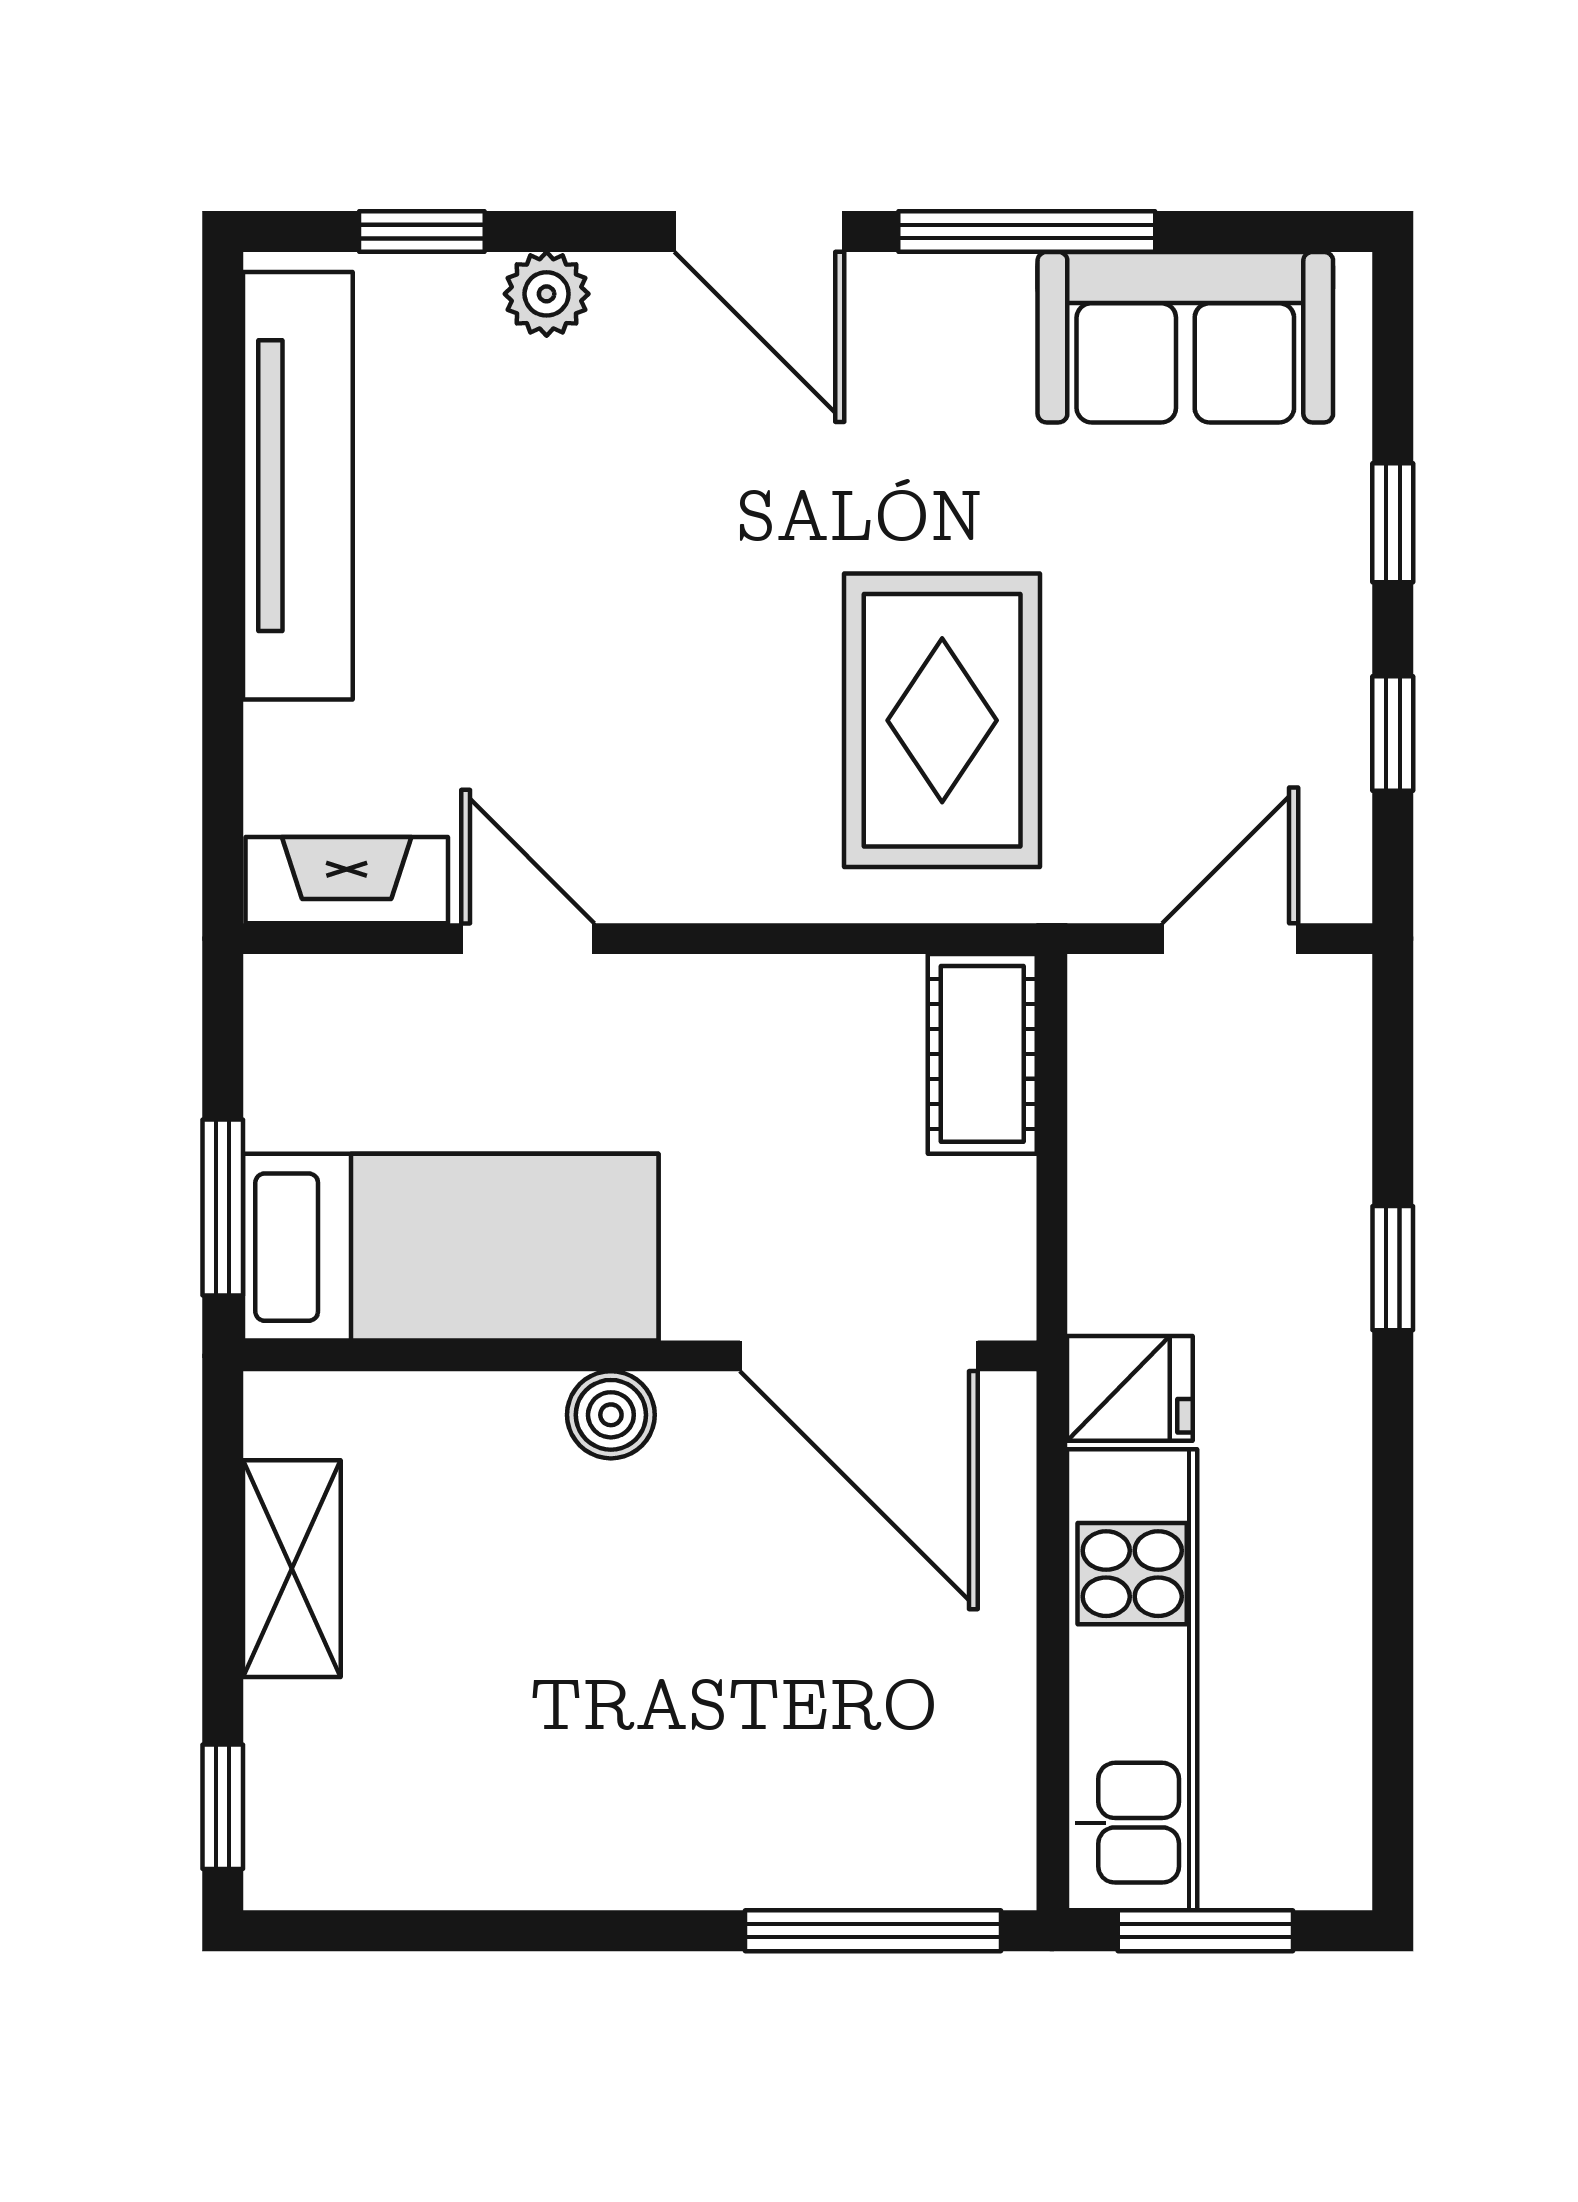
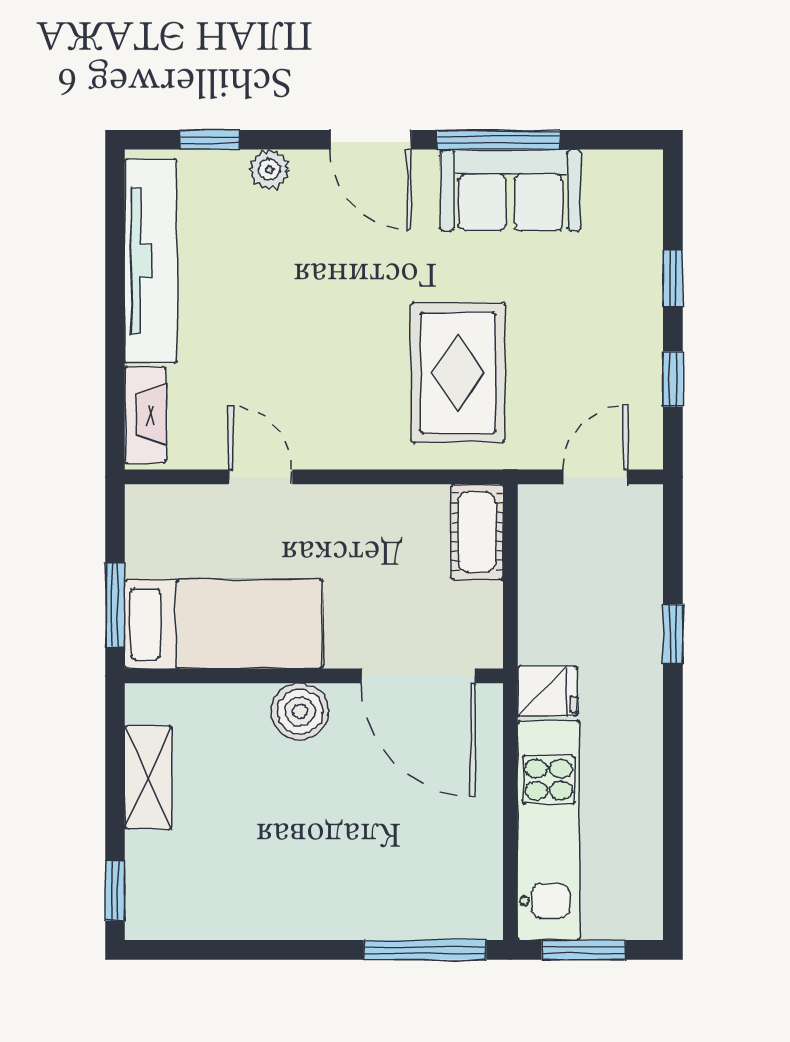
sofa: (1185, 337) -> (511, 190), moved
fireplace: (347, 880) -> (145, 415), moved, turned 90
boiler: (611, 1415) -> (300, 712), width x1.36, depth x1.36

